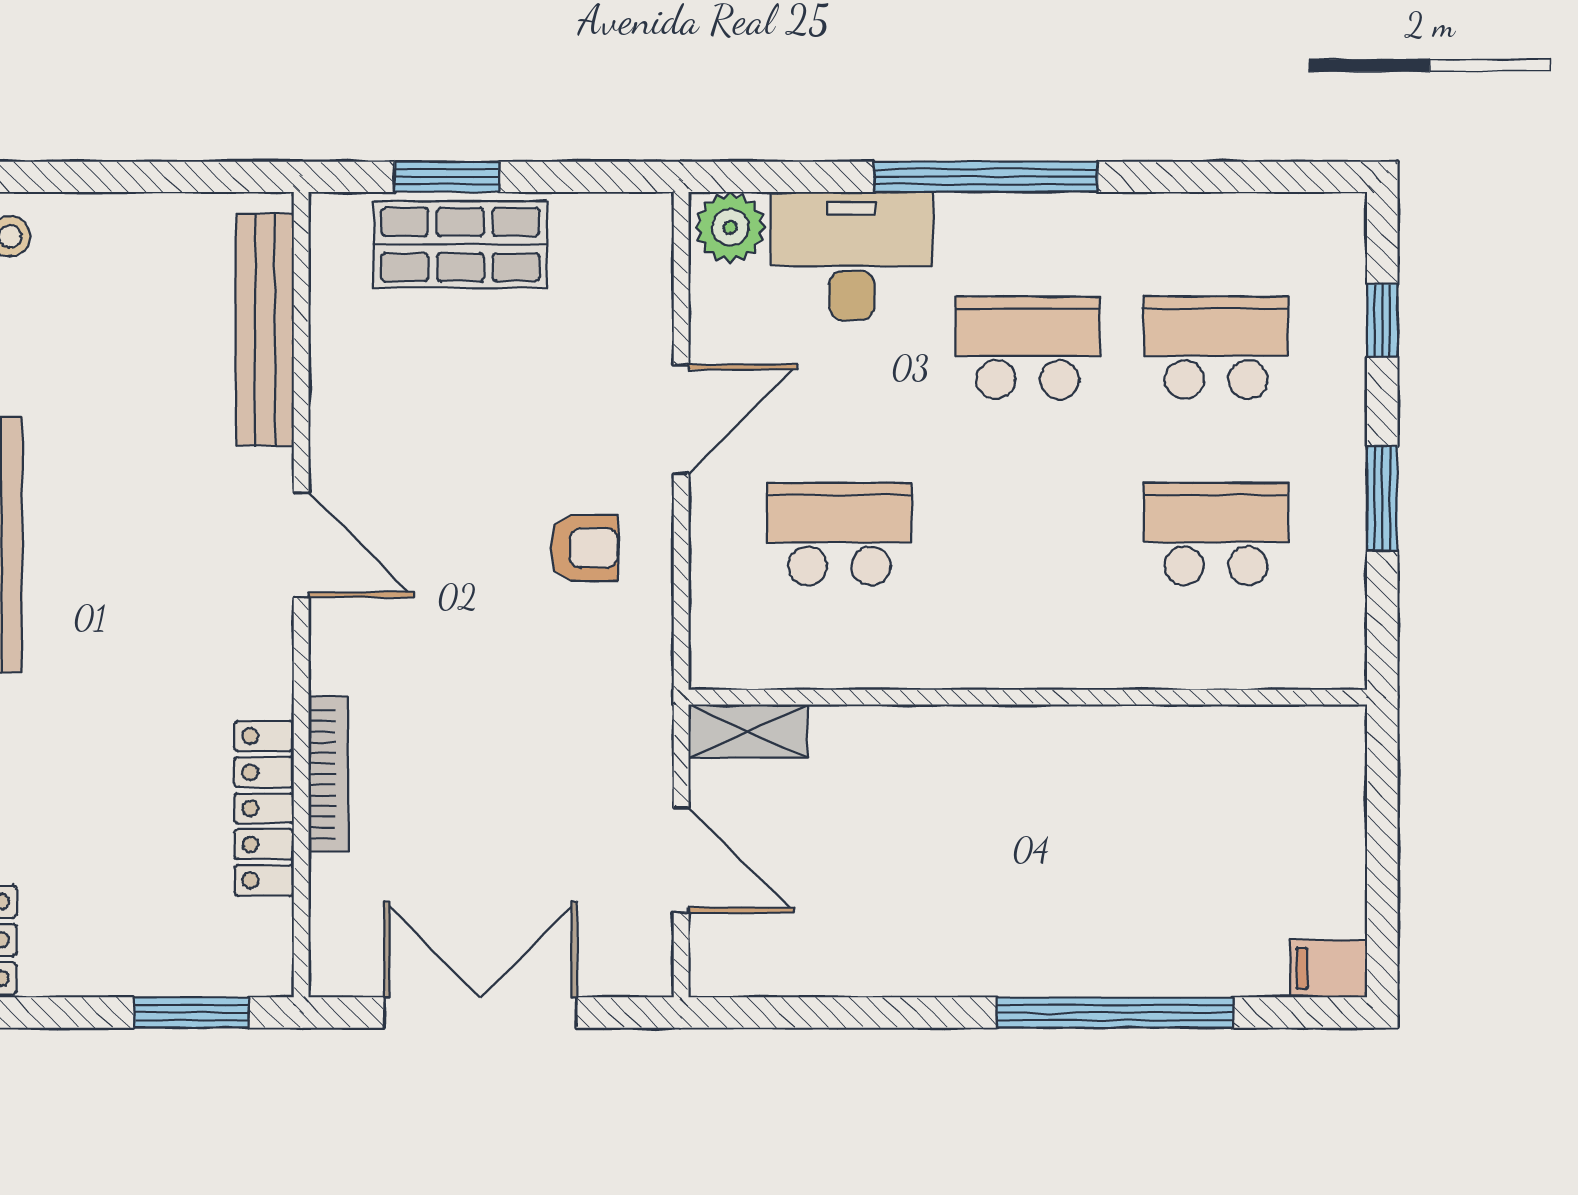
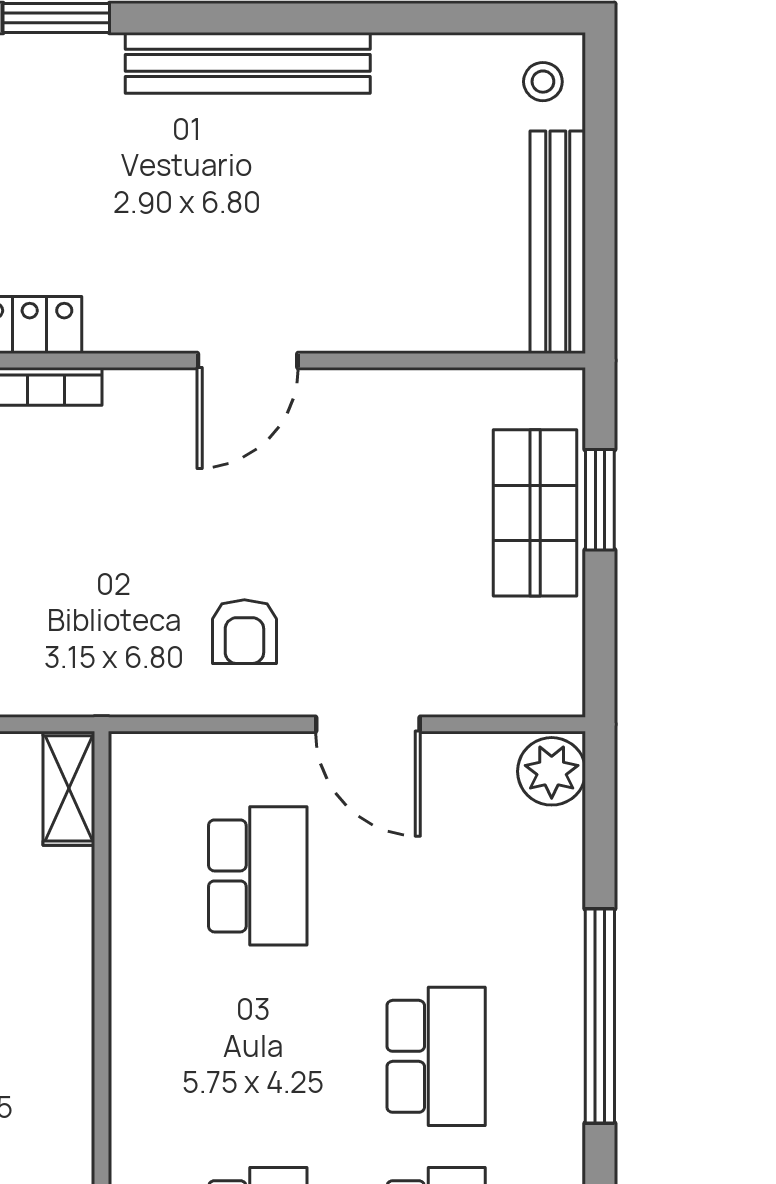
desk: (852, 256) -> (524, 888), removed
bench: (265, 330) -> (558, 242), moved, turned 90

